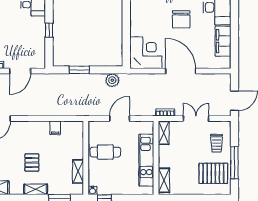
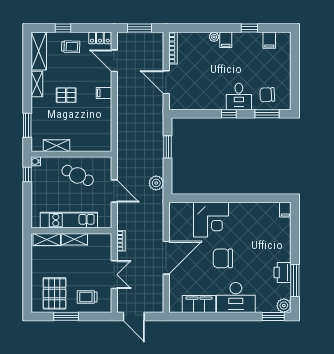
window: (49, 30) -> (229, 114), moved
corner desk: (146, 53) -> (211, 220), moved
filing cabinet: (55, 128) -> (104, 93), moved
shelving: (164, 133) -> (74, 239), moved
cafe table: (105, 152) -> (78, 175), turned -65
window: (234, 163) -> (66, 317), width x0.69
shelving: (36, 189) -> (37, 84), moved

